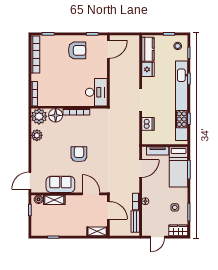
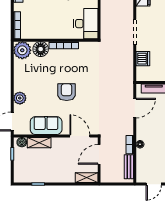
plant: (37, 135) -> (20, 98), moved
door: (108, 210) -> (99, 154), swing flipped

